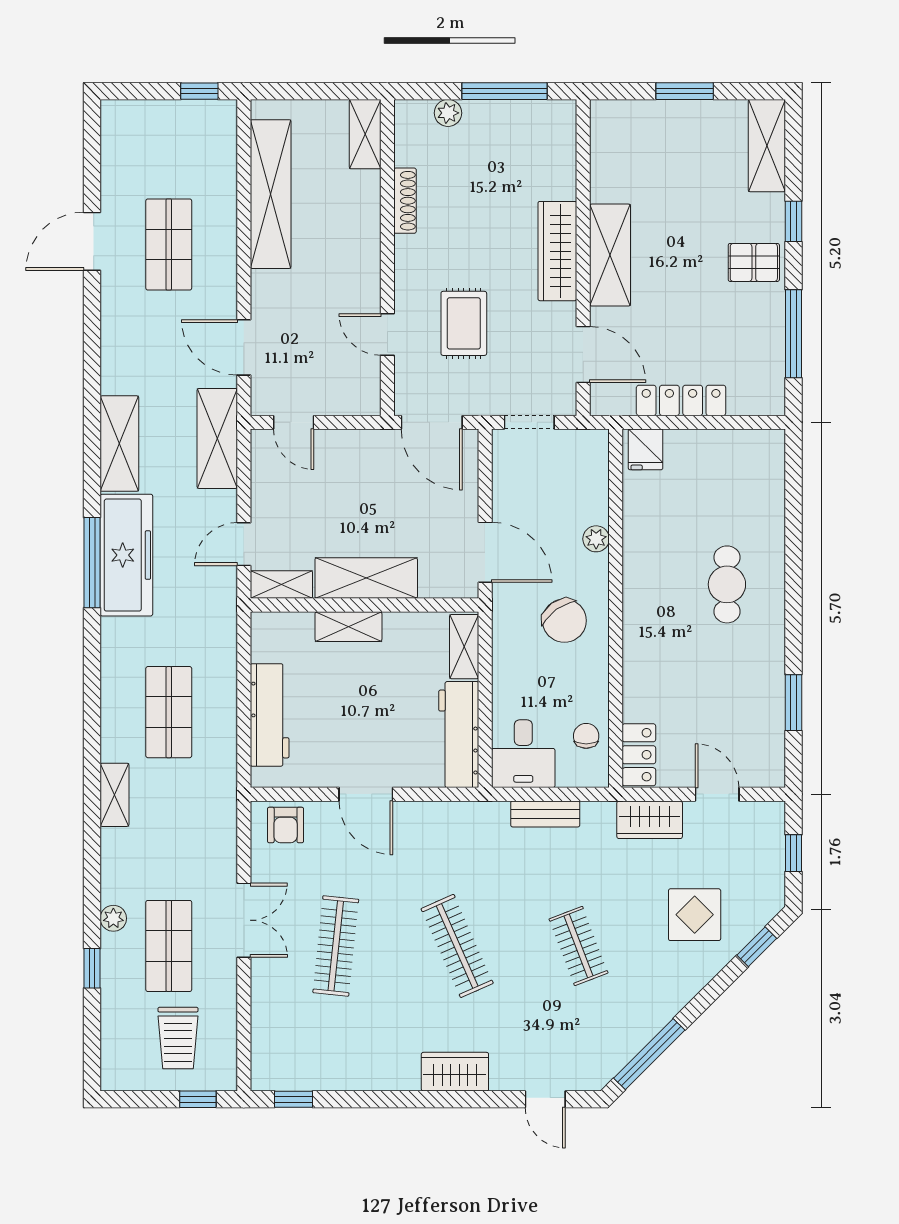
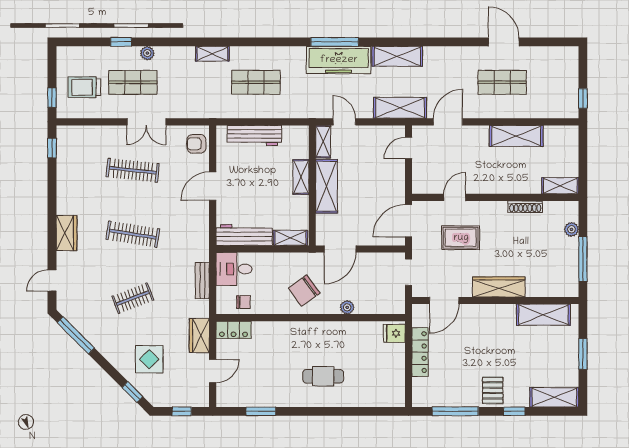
shelving: (271, 194) -> (516, 136), width x0.68
shelving: (610, 255) -> (544, 315), moved
clothes rail: (457, 946) -> (133, 234), turned 33

